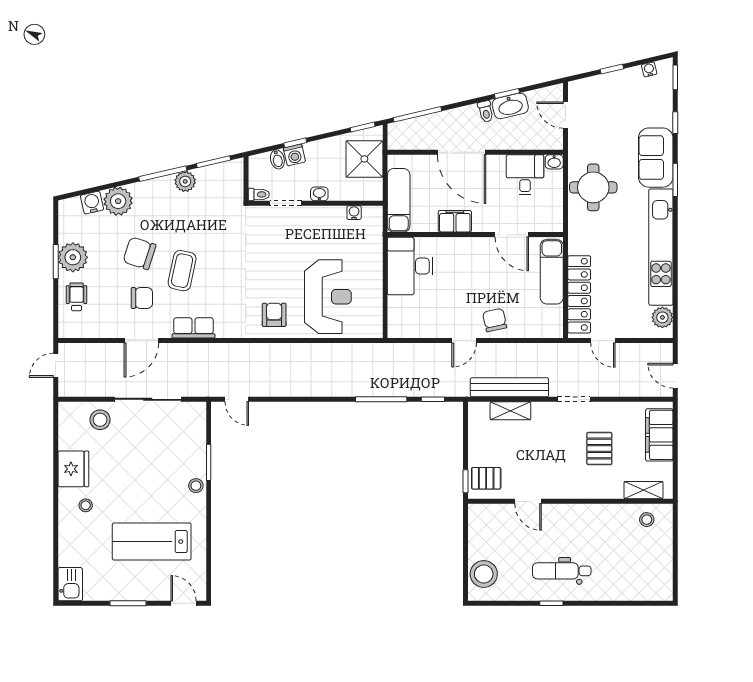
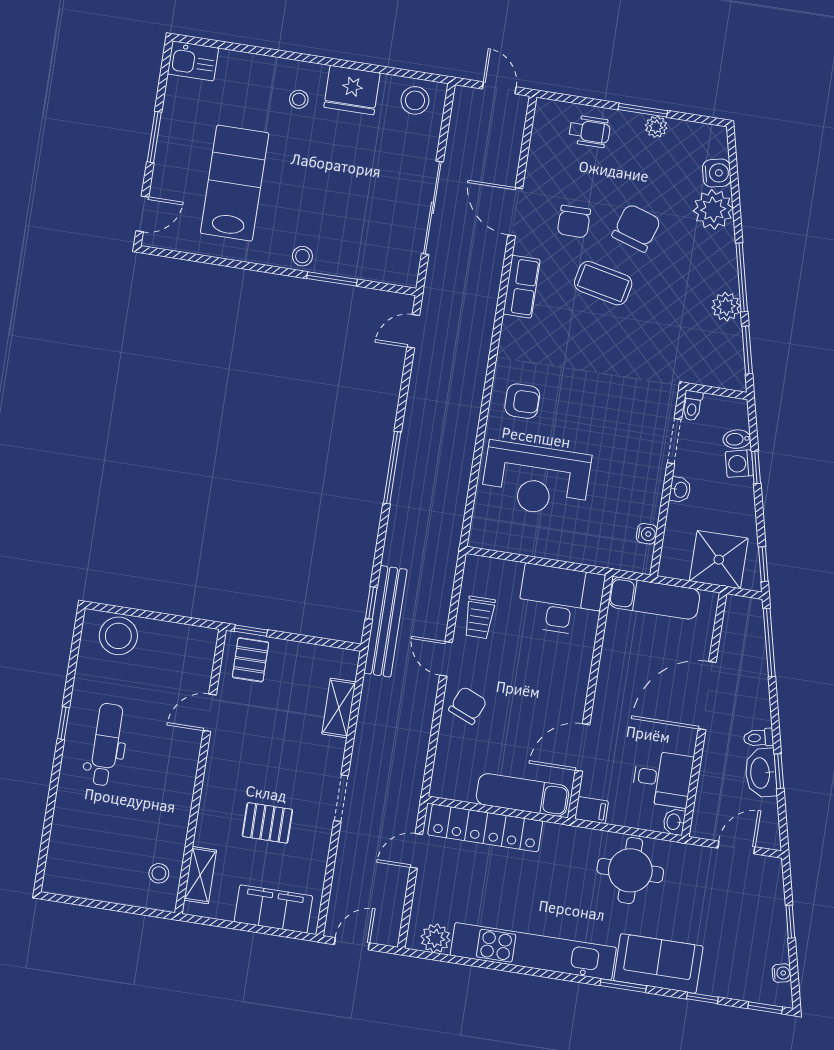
filing cabinet: (455, 221) -> (592, 810), moved, width x0.50
plant: (73, 257) -> (656, 127), width x0.53, depth x0.53
chair: (495, 320) -> (468, 705), turned -55
trolley: (431, 321) -> (479, 617), added
bench: (509, 387) -> (385, 621), moved
window: (381, 399) -> (392, 468), moved
stool: (100, 420) -> (415, 100), moved

